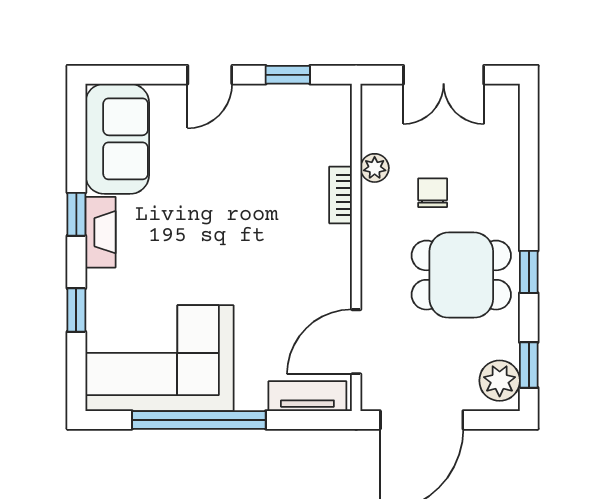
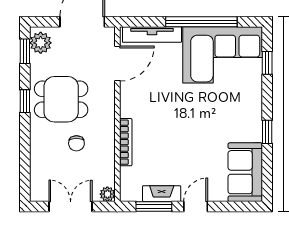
window: (288, 75) -> (154, 206), width x1.50
plant: (375, 168) -> (107, 194), moved
bookcase: (341, 195) -> (126, 142), width x1.56
fireplace: (100, 232) -> (162, 194), moved, turned 90
window: (76, 310) -> (267, 63), moved
tv unit: (307, 396) -> (152, 35), width x1.41

